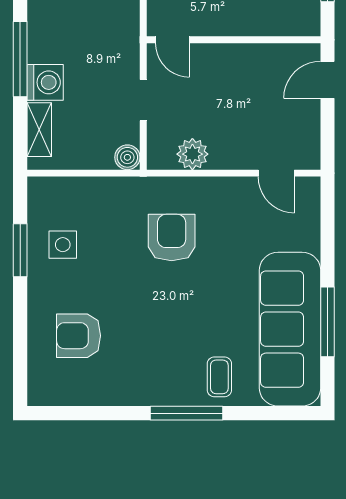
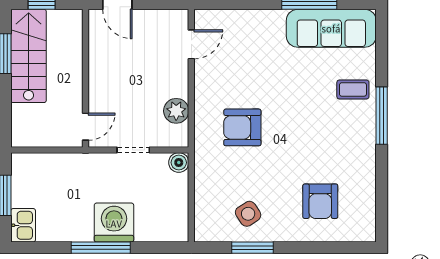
washing machine: (45, 82) -> (114, 223), width x1.37, depth x1.37
shelving: (39, 130) -> (157, 232), removed
side table: (63, 245) -> (248, 214), turned -33
sofa: (290, 329) -> (331, 28), width x0.74, depth x0.79

